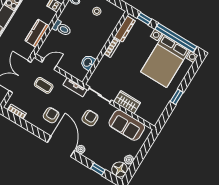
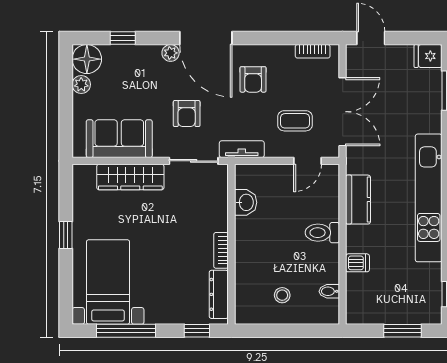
window: (176, 38) -> (126, 331), width x0.68
bed with nightstands: (165, 61) -> (108, 282), width x0.73
wardrobe: (127, 102) -> (130, 177), width x1.50

